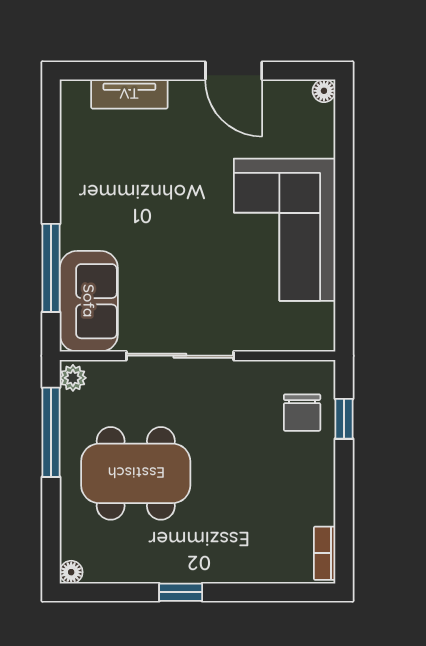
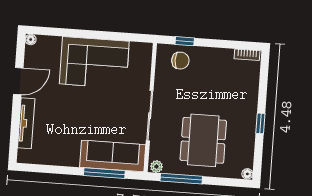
tv unit: (129, 94) -> (26, 123), width x1.41
sofa: (89, 301) -> (113, 156), width x1.36

